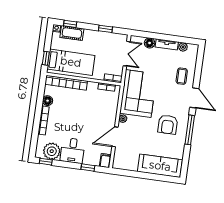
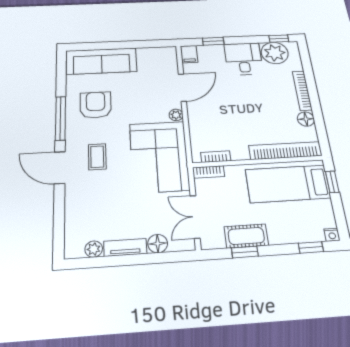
cot: (72, 33) -> (246, 236), moved
coffee table: (182, 76) -> (97, 157), moved
armchair: (168, 124) -> (96, 105), moved

